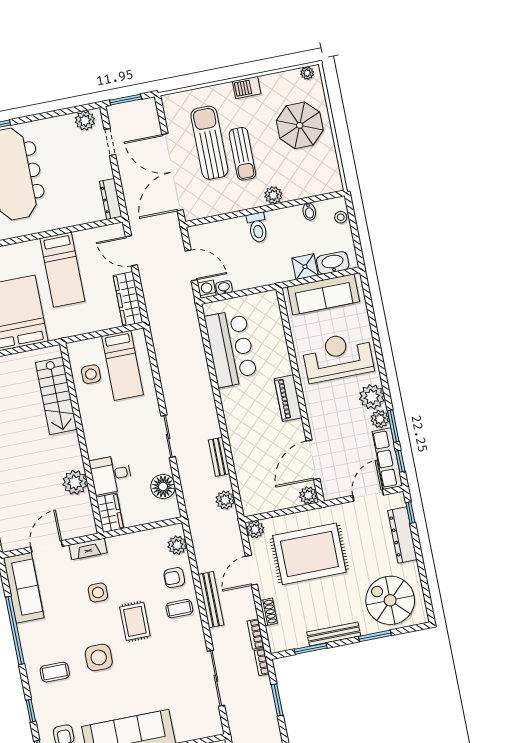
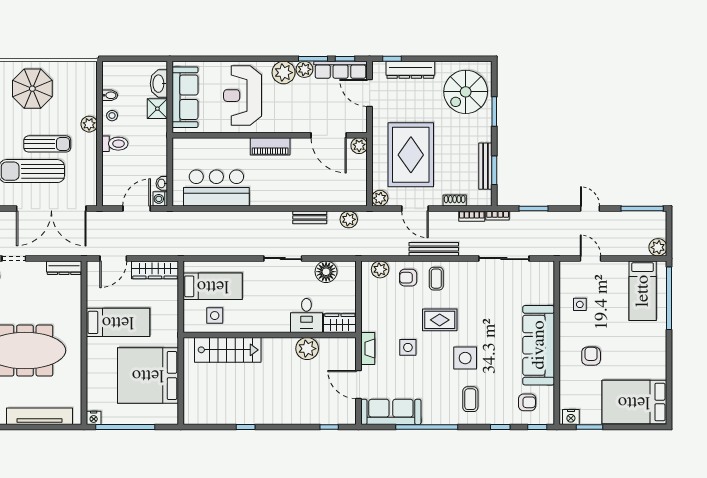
stool: (341, 217) -> (112, 116), moved
armchair: (174, 578) -> (408, 278), turned 90
bench: (334, 634) -> (485, 166), moved

